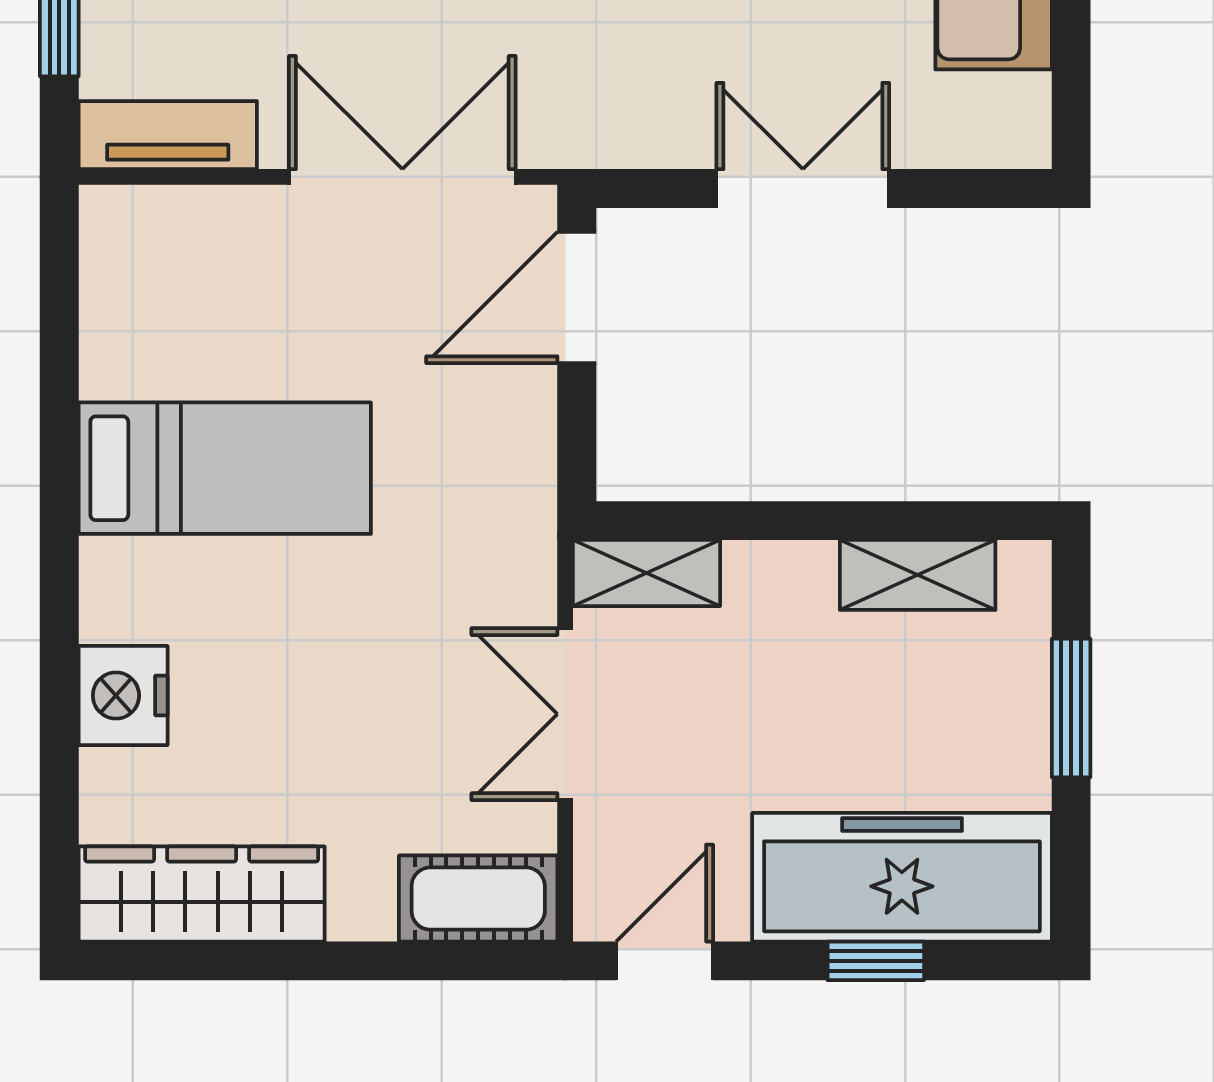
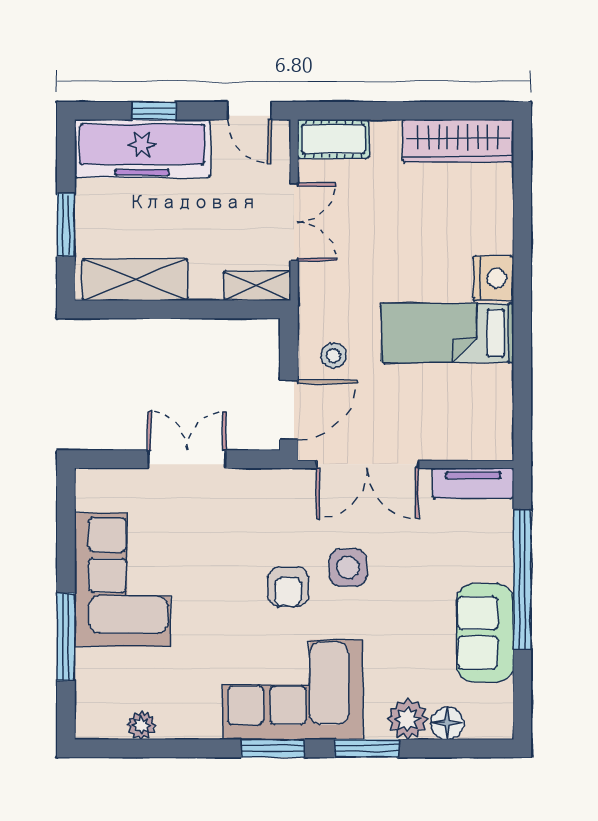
double door: (803, 189) -> (187, 459), swing flipped
stool: (477, 418) -> (334, 356), added
shelving: (918, 575) -> (135, 280), width x1.50, depth x1.33
nightstand: (123, 696) -> (493, 278), moved
door: (665, 961) -> (249, 111), hinge flipped

